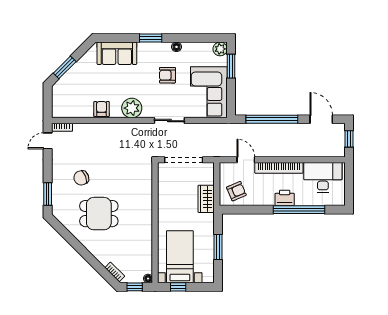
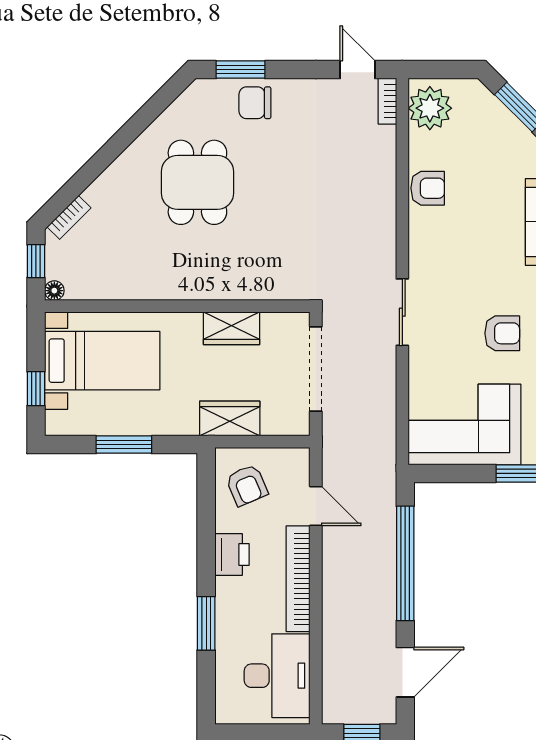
armchair: (167, 75) -> (502, 333), turned 90
plant: (132, 108) -> (430, 108), moved
sliding door: (169, 121) -> (402, 312), moved
door: (246, 160) -> (316, 506), hinge flipped
chair: (81, 178) -> (255, 103), moved, turned -69
wardrobe: (165, 198) -> (232, 328), added
printer: (285, 198) -> (232, 554), moved
window: (299, 210) -> (206, 623), width x0.47
window: (178, 287) -> (36, 389), moved

